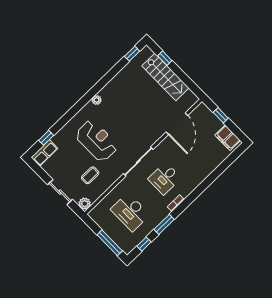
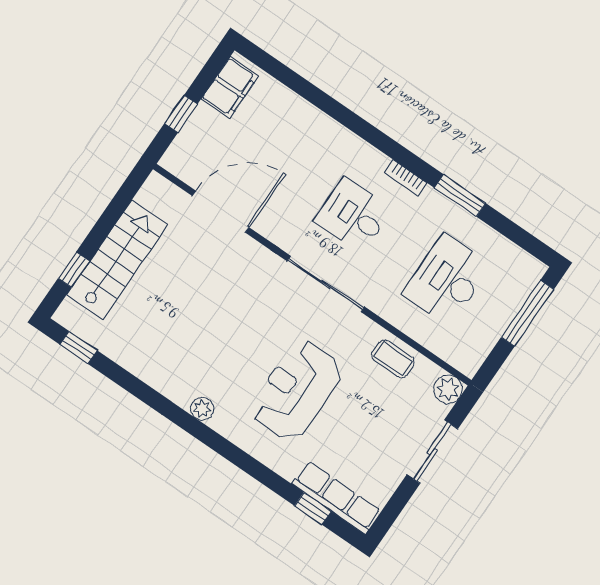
row of seats: (44, 153) -> (337, 497), width x1.48
coffee table: (90, 175) -> (393, 359), moved
desk: (165, 178) -> (353, 215), turned 180
desk: (130, 212) -> (447, 280), turned 180
window: (144, 244) -> (515, 233), removed

